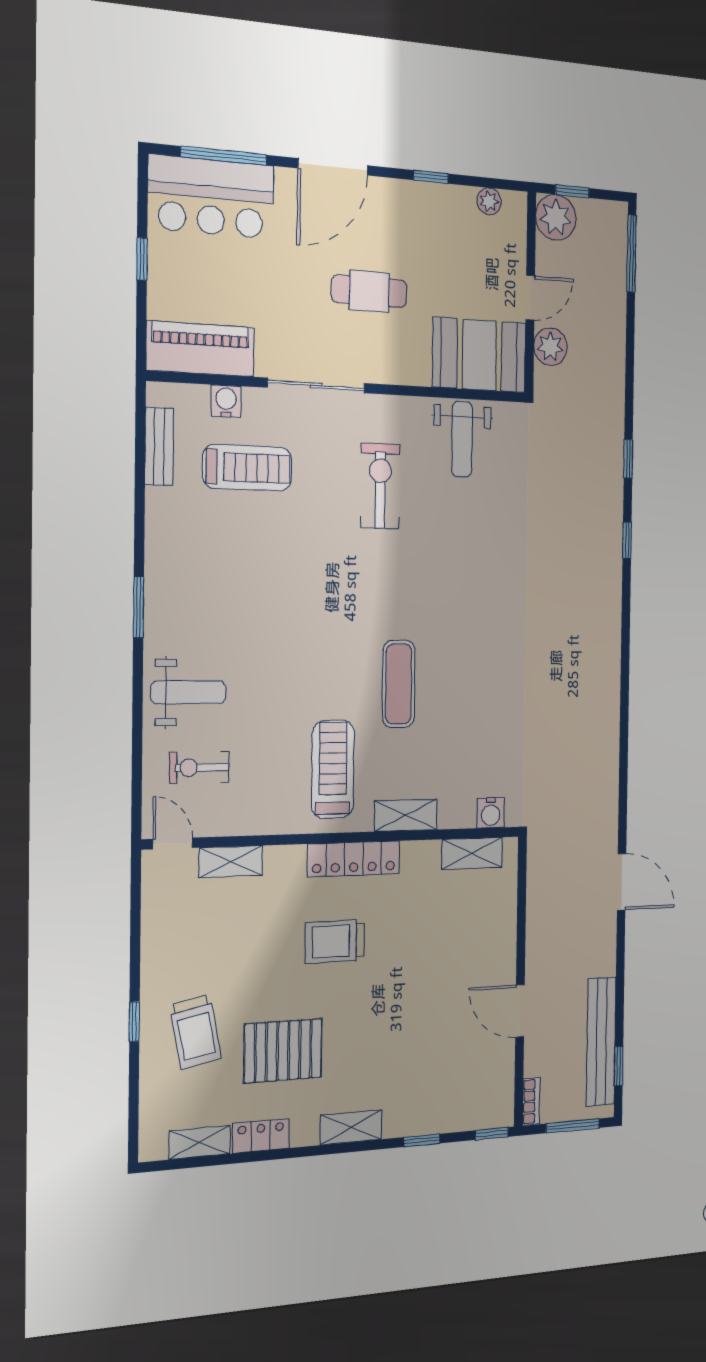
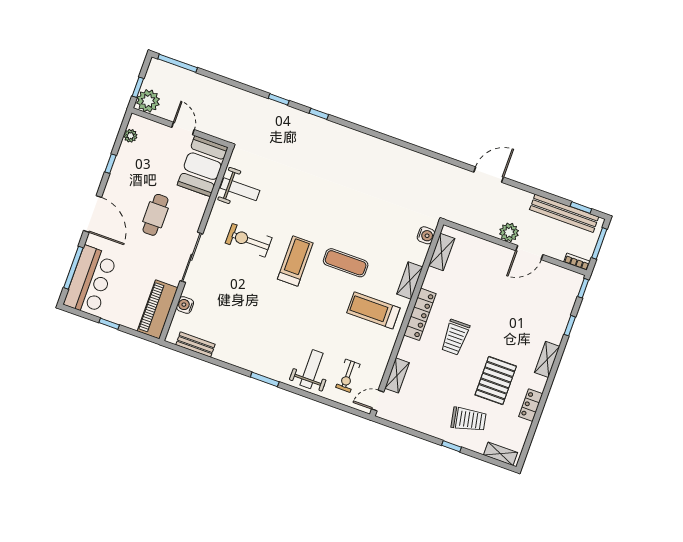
plant: (550, 347) -> (509, 232), moved
treadmill: (247, 468) -> (295, 261), moved
shelving: (200, 1142) -> (500, 454), moved, turned 90

